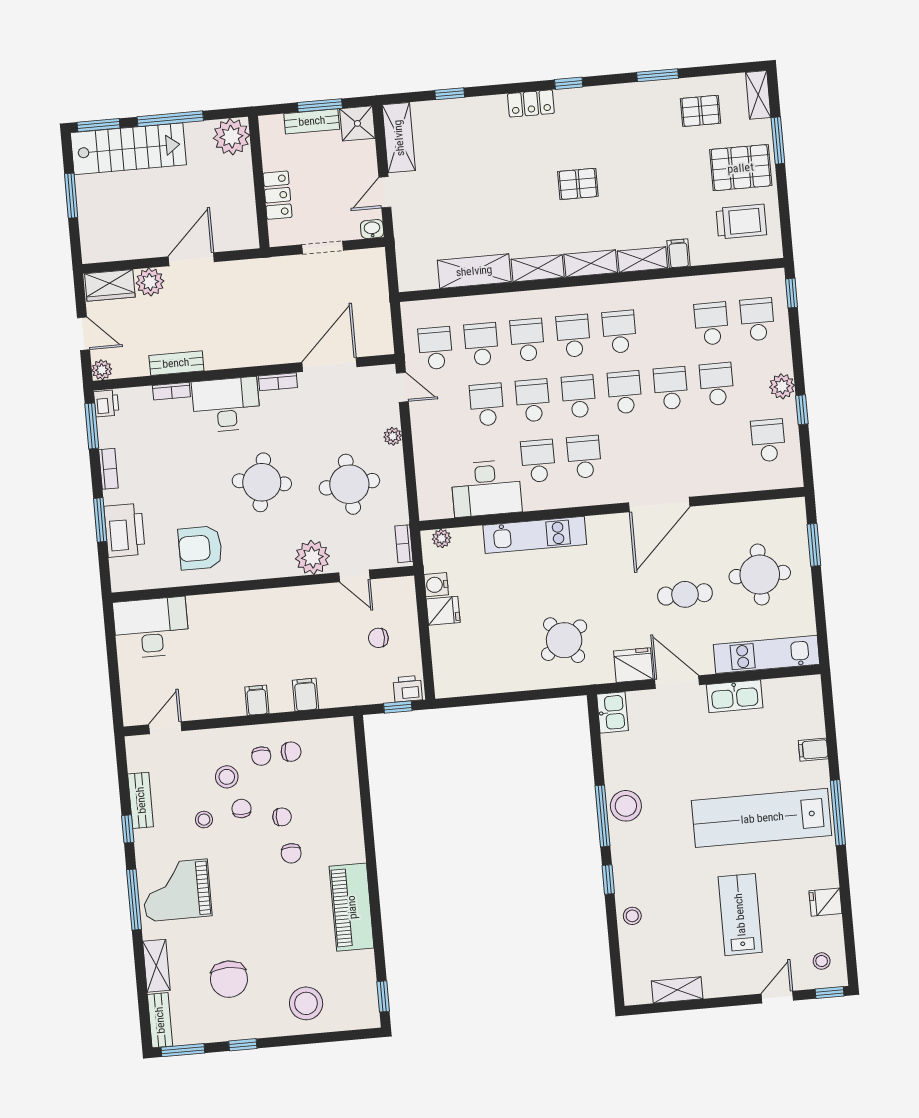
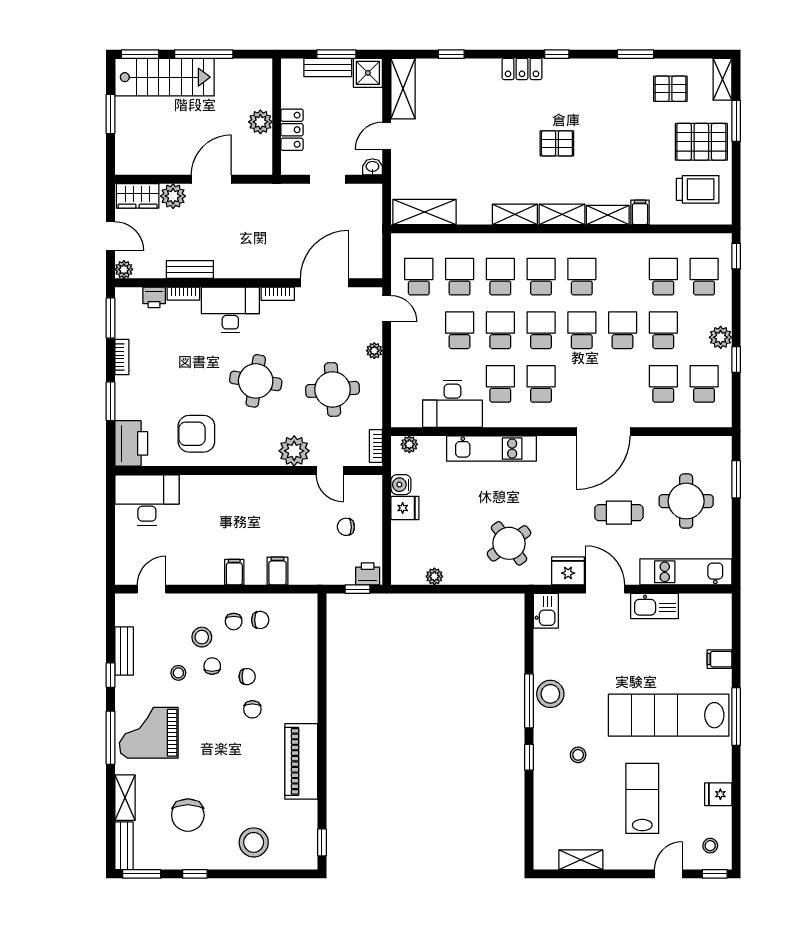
plant: (231, 137) -> (260, 122), moved, width x0.73, depth x0.73
shelving: (474, 271) -> (425, 212), moved
printer: (106, 403) -> (154, 297), moved, turned 90
school desk: (722, 445) -> (663, 384), added
printer: (125, 530) -> (131, 443), moved
plant: (483, 685) -> (434, 576), added
stool: (632, 916) -> (578, 755), moved

